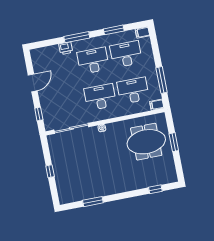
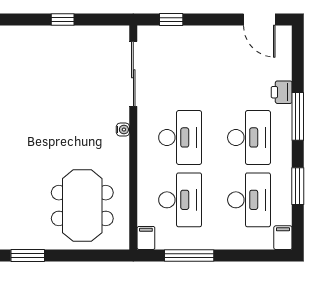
door: (33, 83) -> (259, 19), moved
window: (174, 142) -> (28, 256), moved

